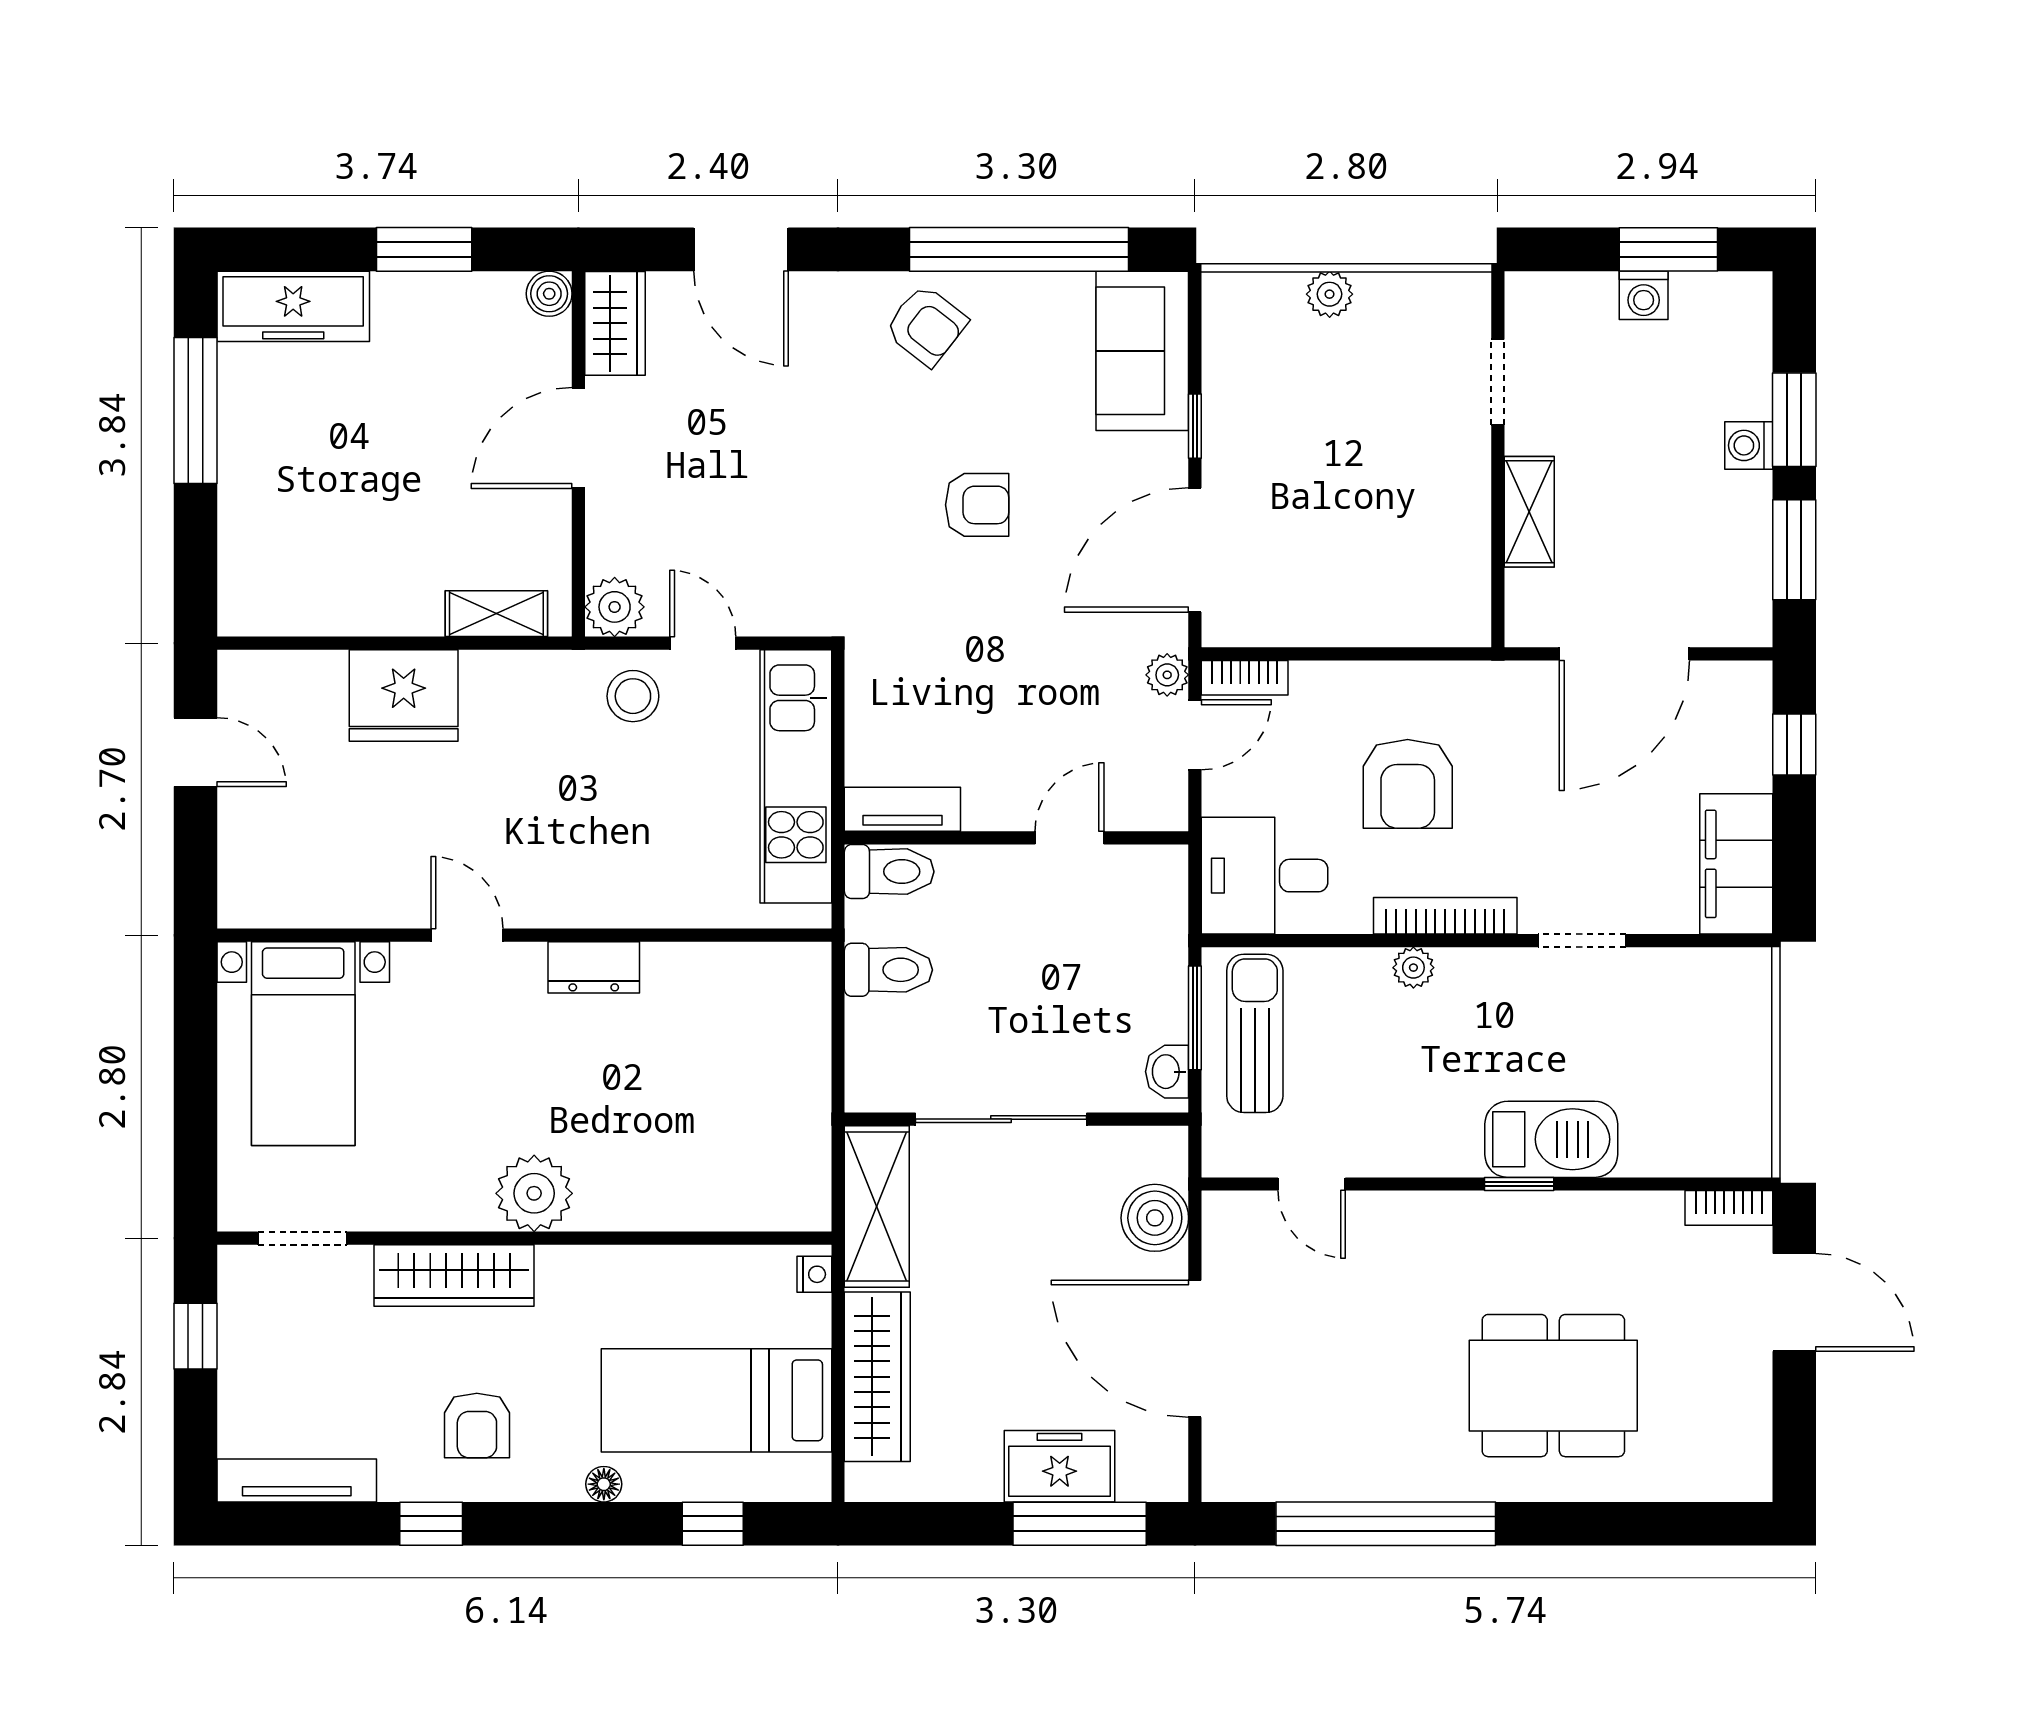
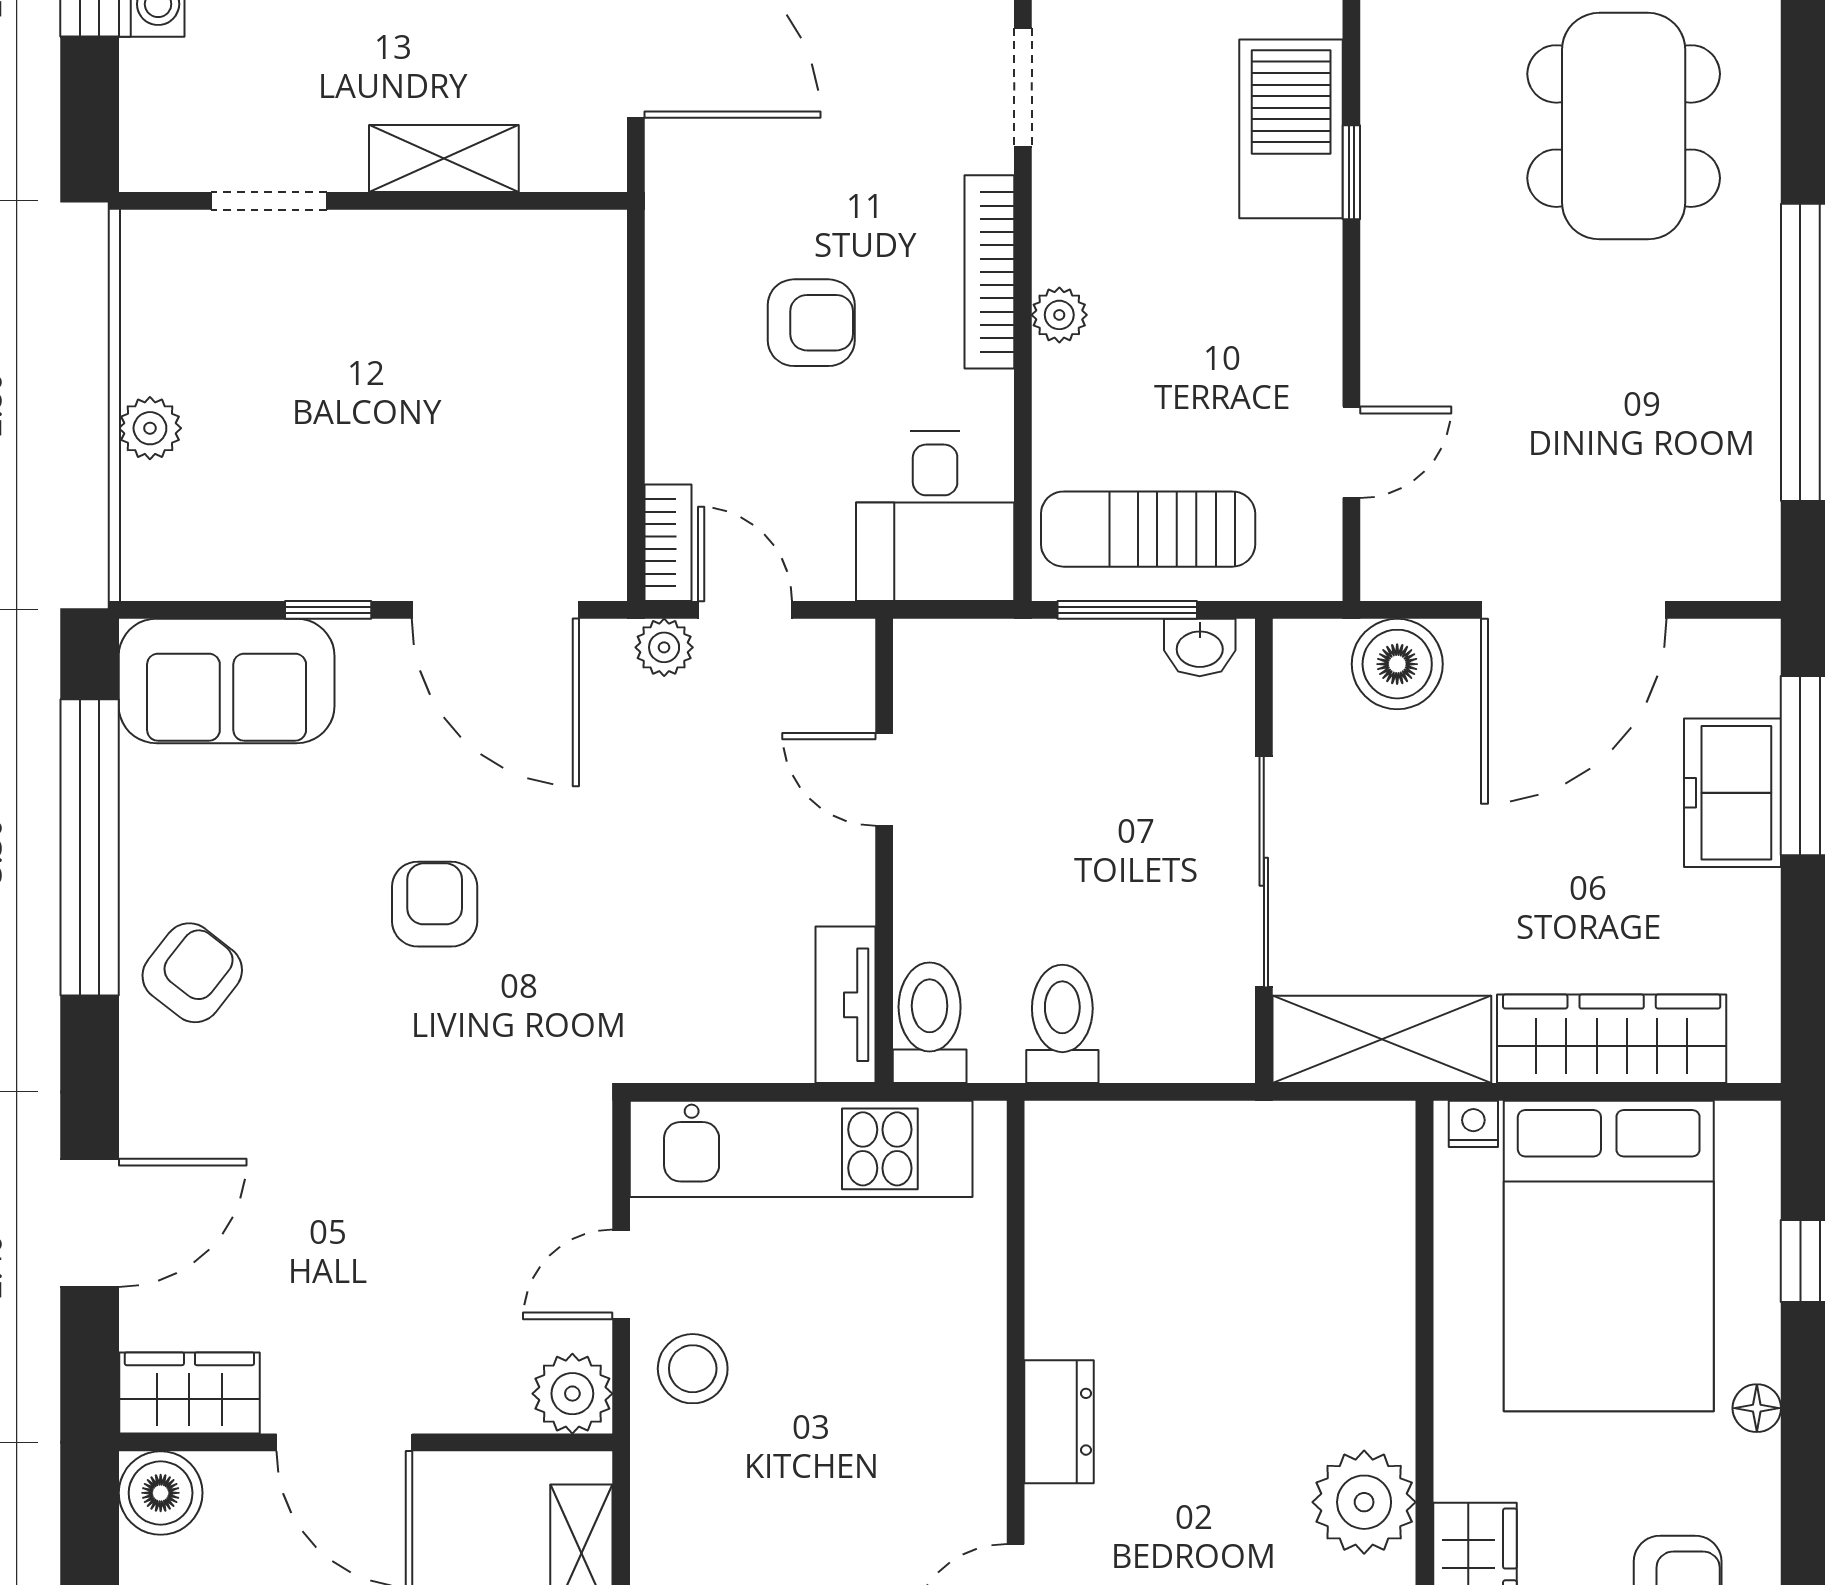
boiler: (549, 294) -> (161, 1493), width x1.36, depth x1.36
armchair: (1408, 784) -> (811, 323), width x0.72, depth x0.72
bed: (716, 1400) -> (1609, 1256), width x1.50

